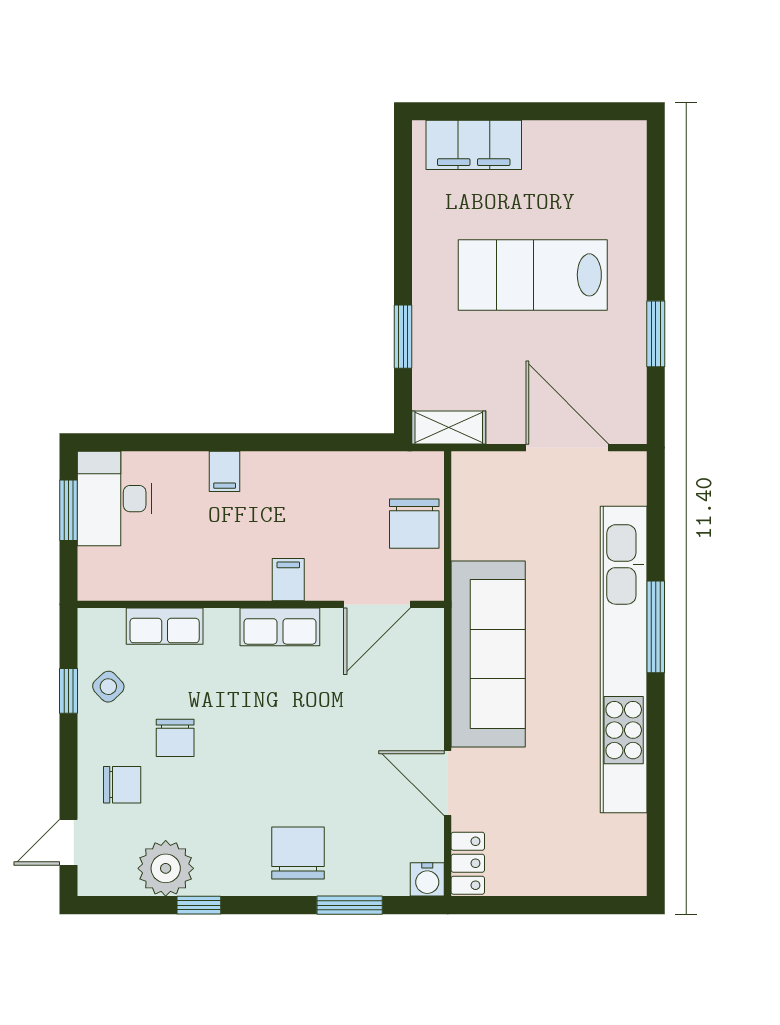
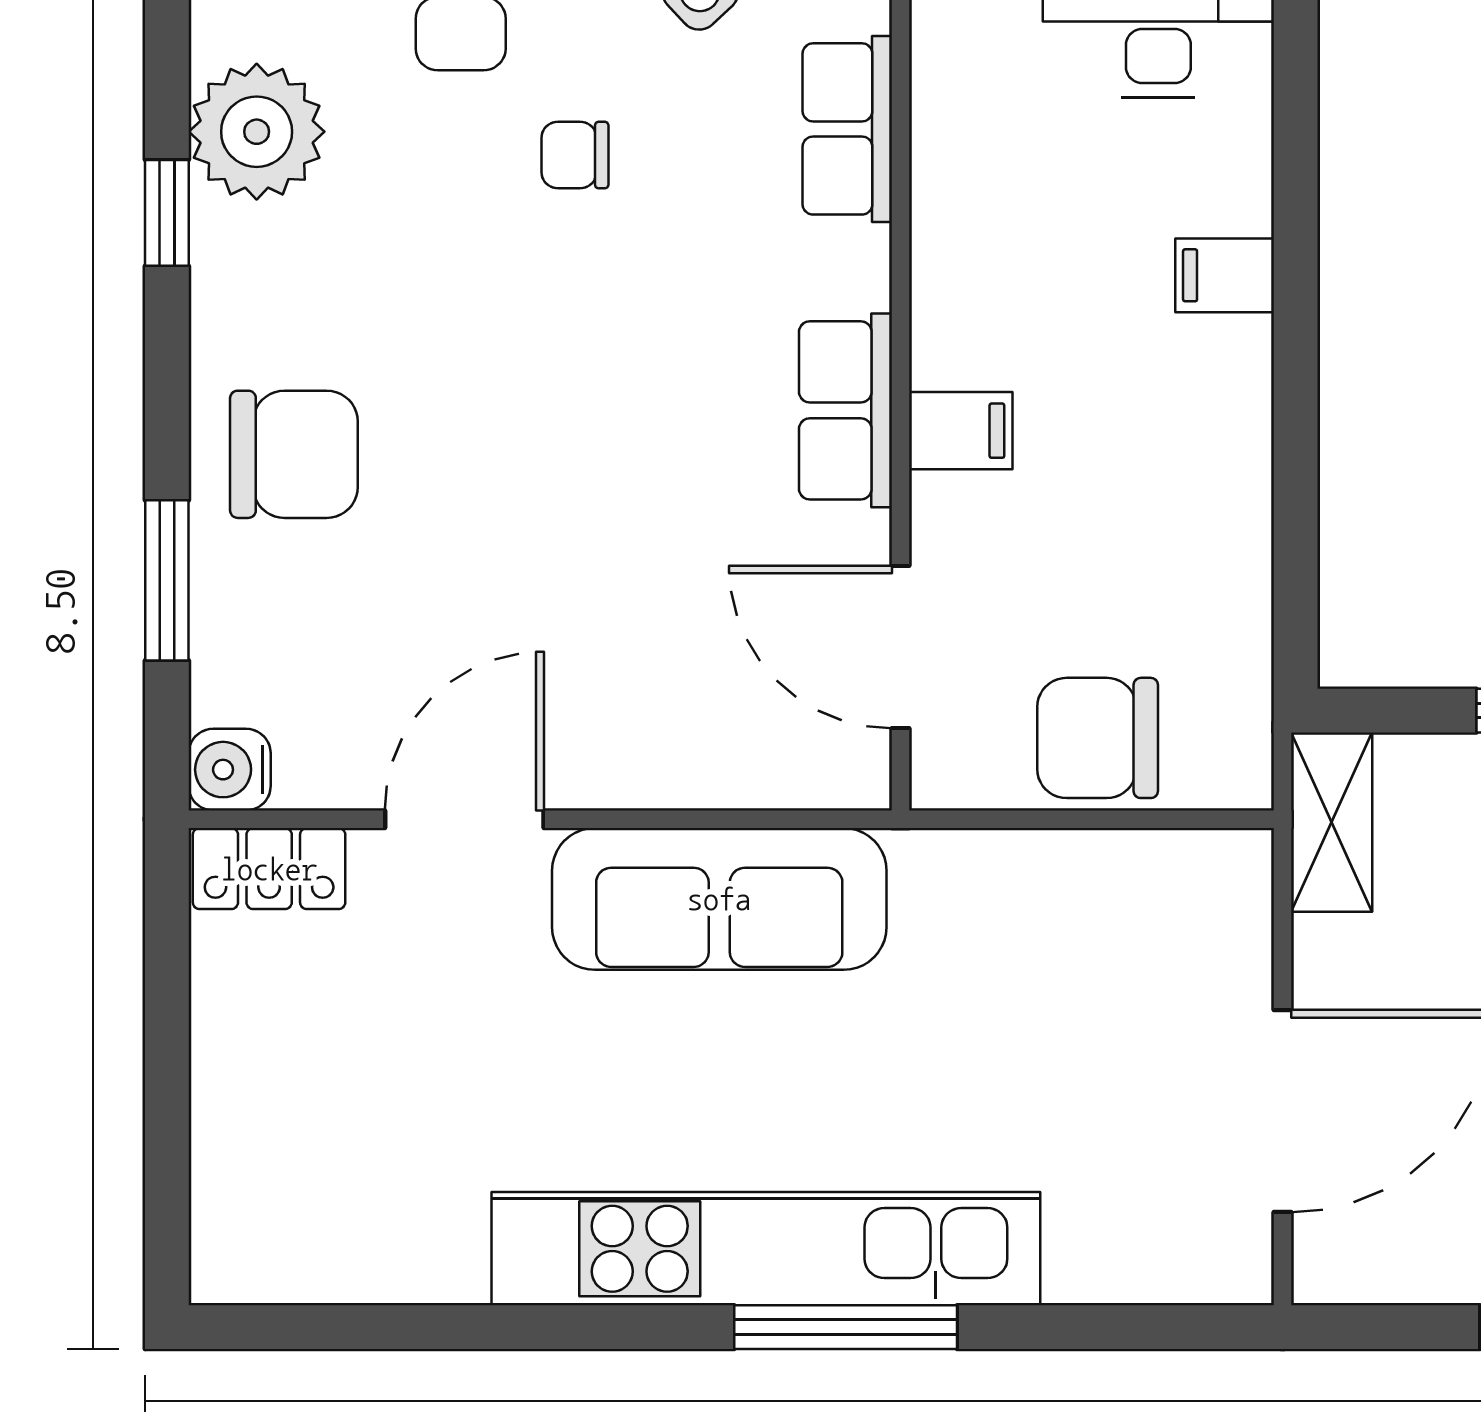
sofa: (488, 654) -> (719, 899), width x0.74, depth x0.79
kitchen unit: (624, 660) -> (766, 1249), width x0.73
chair: (175, 738) -> (575, 155), width x0.73, depth x0.73

